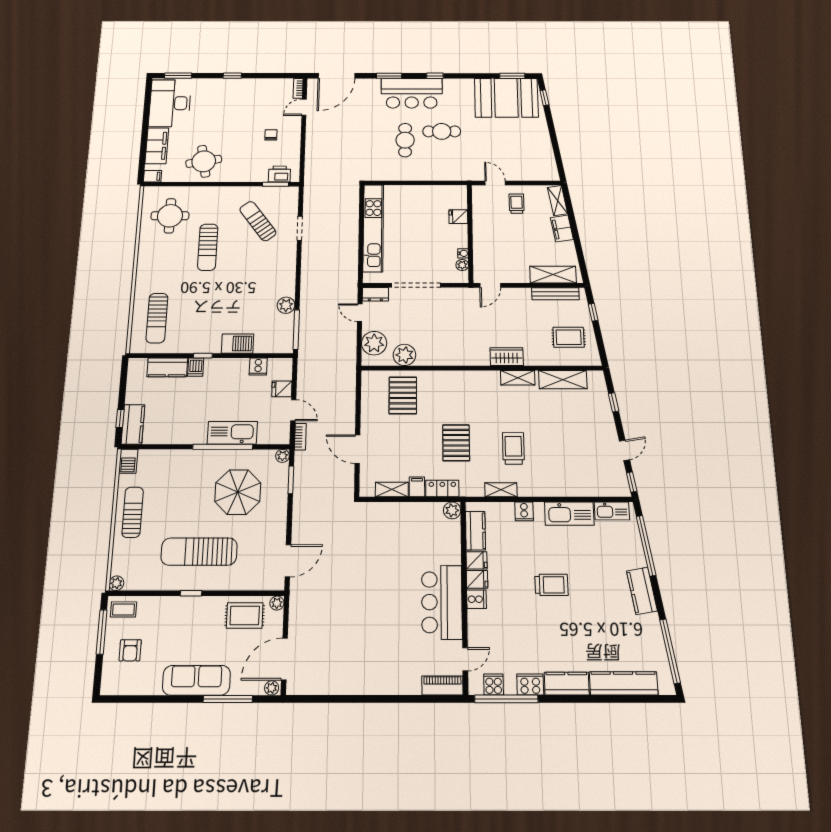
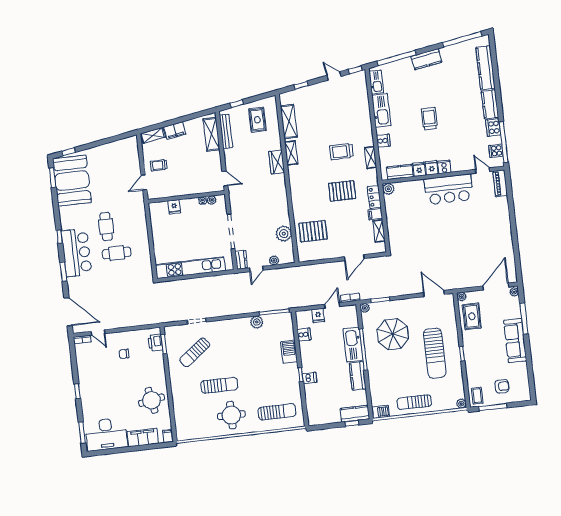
round table: (170, 216) -> (231, 415), moved
plant: (374, 343) -> (274, 260), width x0.53, depth x0.53
kitchen counter: (167, 367) -> (358, 376), moved, turned 180
door: (284, 659) -> (496, 286), swing flipped

